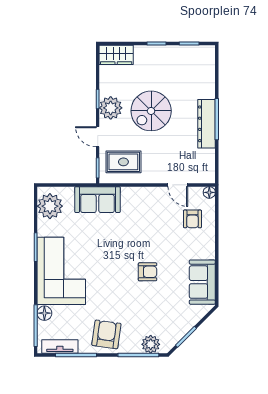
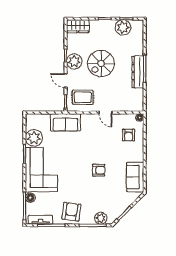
plant: (184, 57) -> (123, 27), added
door: (178, 185) -> (105, 113), moved
plant: (50, 206) -> (34, 138), moved

